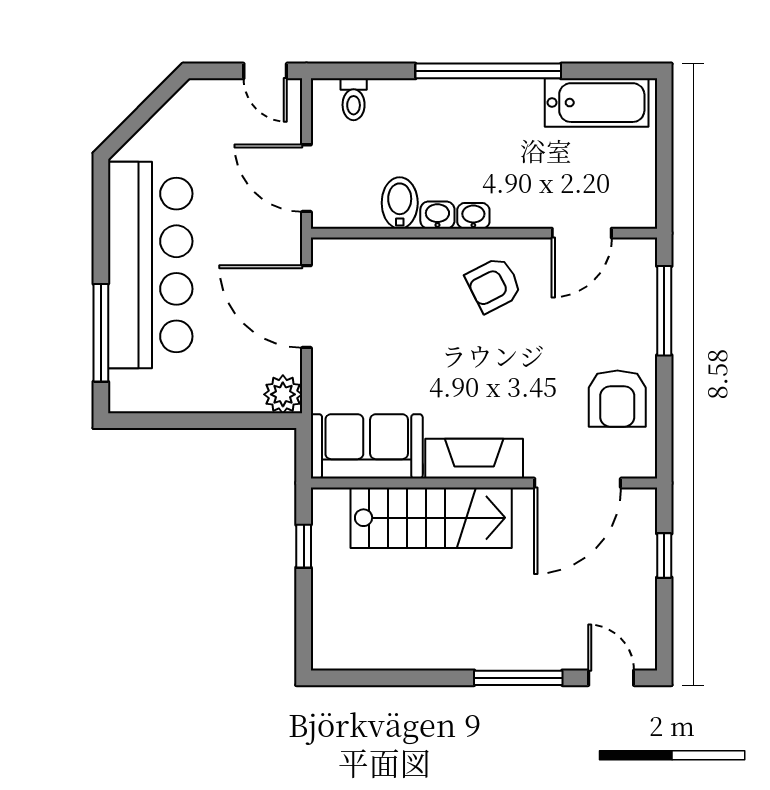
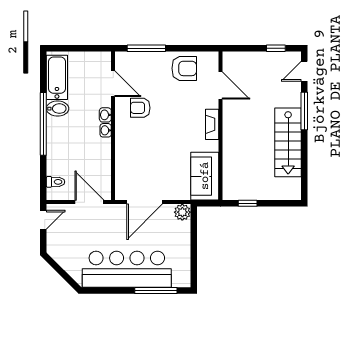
door: (306, 178) -> (89, 202), swing flipped
bidet: (400, 203) -> (58, 109), moved, turned 180
washbasin: (437, 215) -> (105, 115), moved
armchair: (494, 285) -> (140, 108), moved, turned 117
fireplace: (474, 459) -> (212, 124), width x0.73, depth x0.76
door: (578, 483) -> (220, 86), width x0.73
stairs: (431, 518) -> (288, 142), moved, turned 180
window: (664, 555) -> (276, 48), moved

